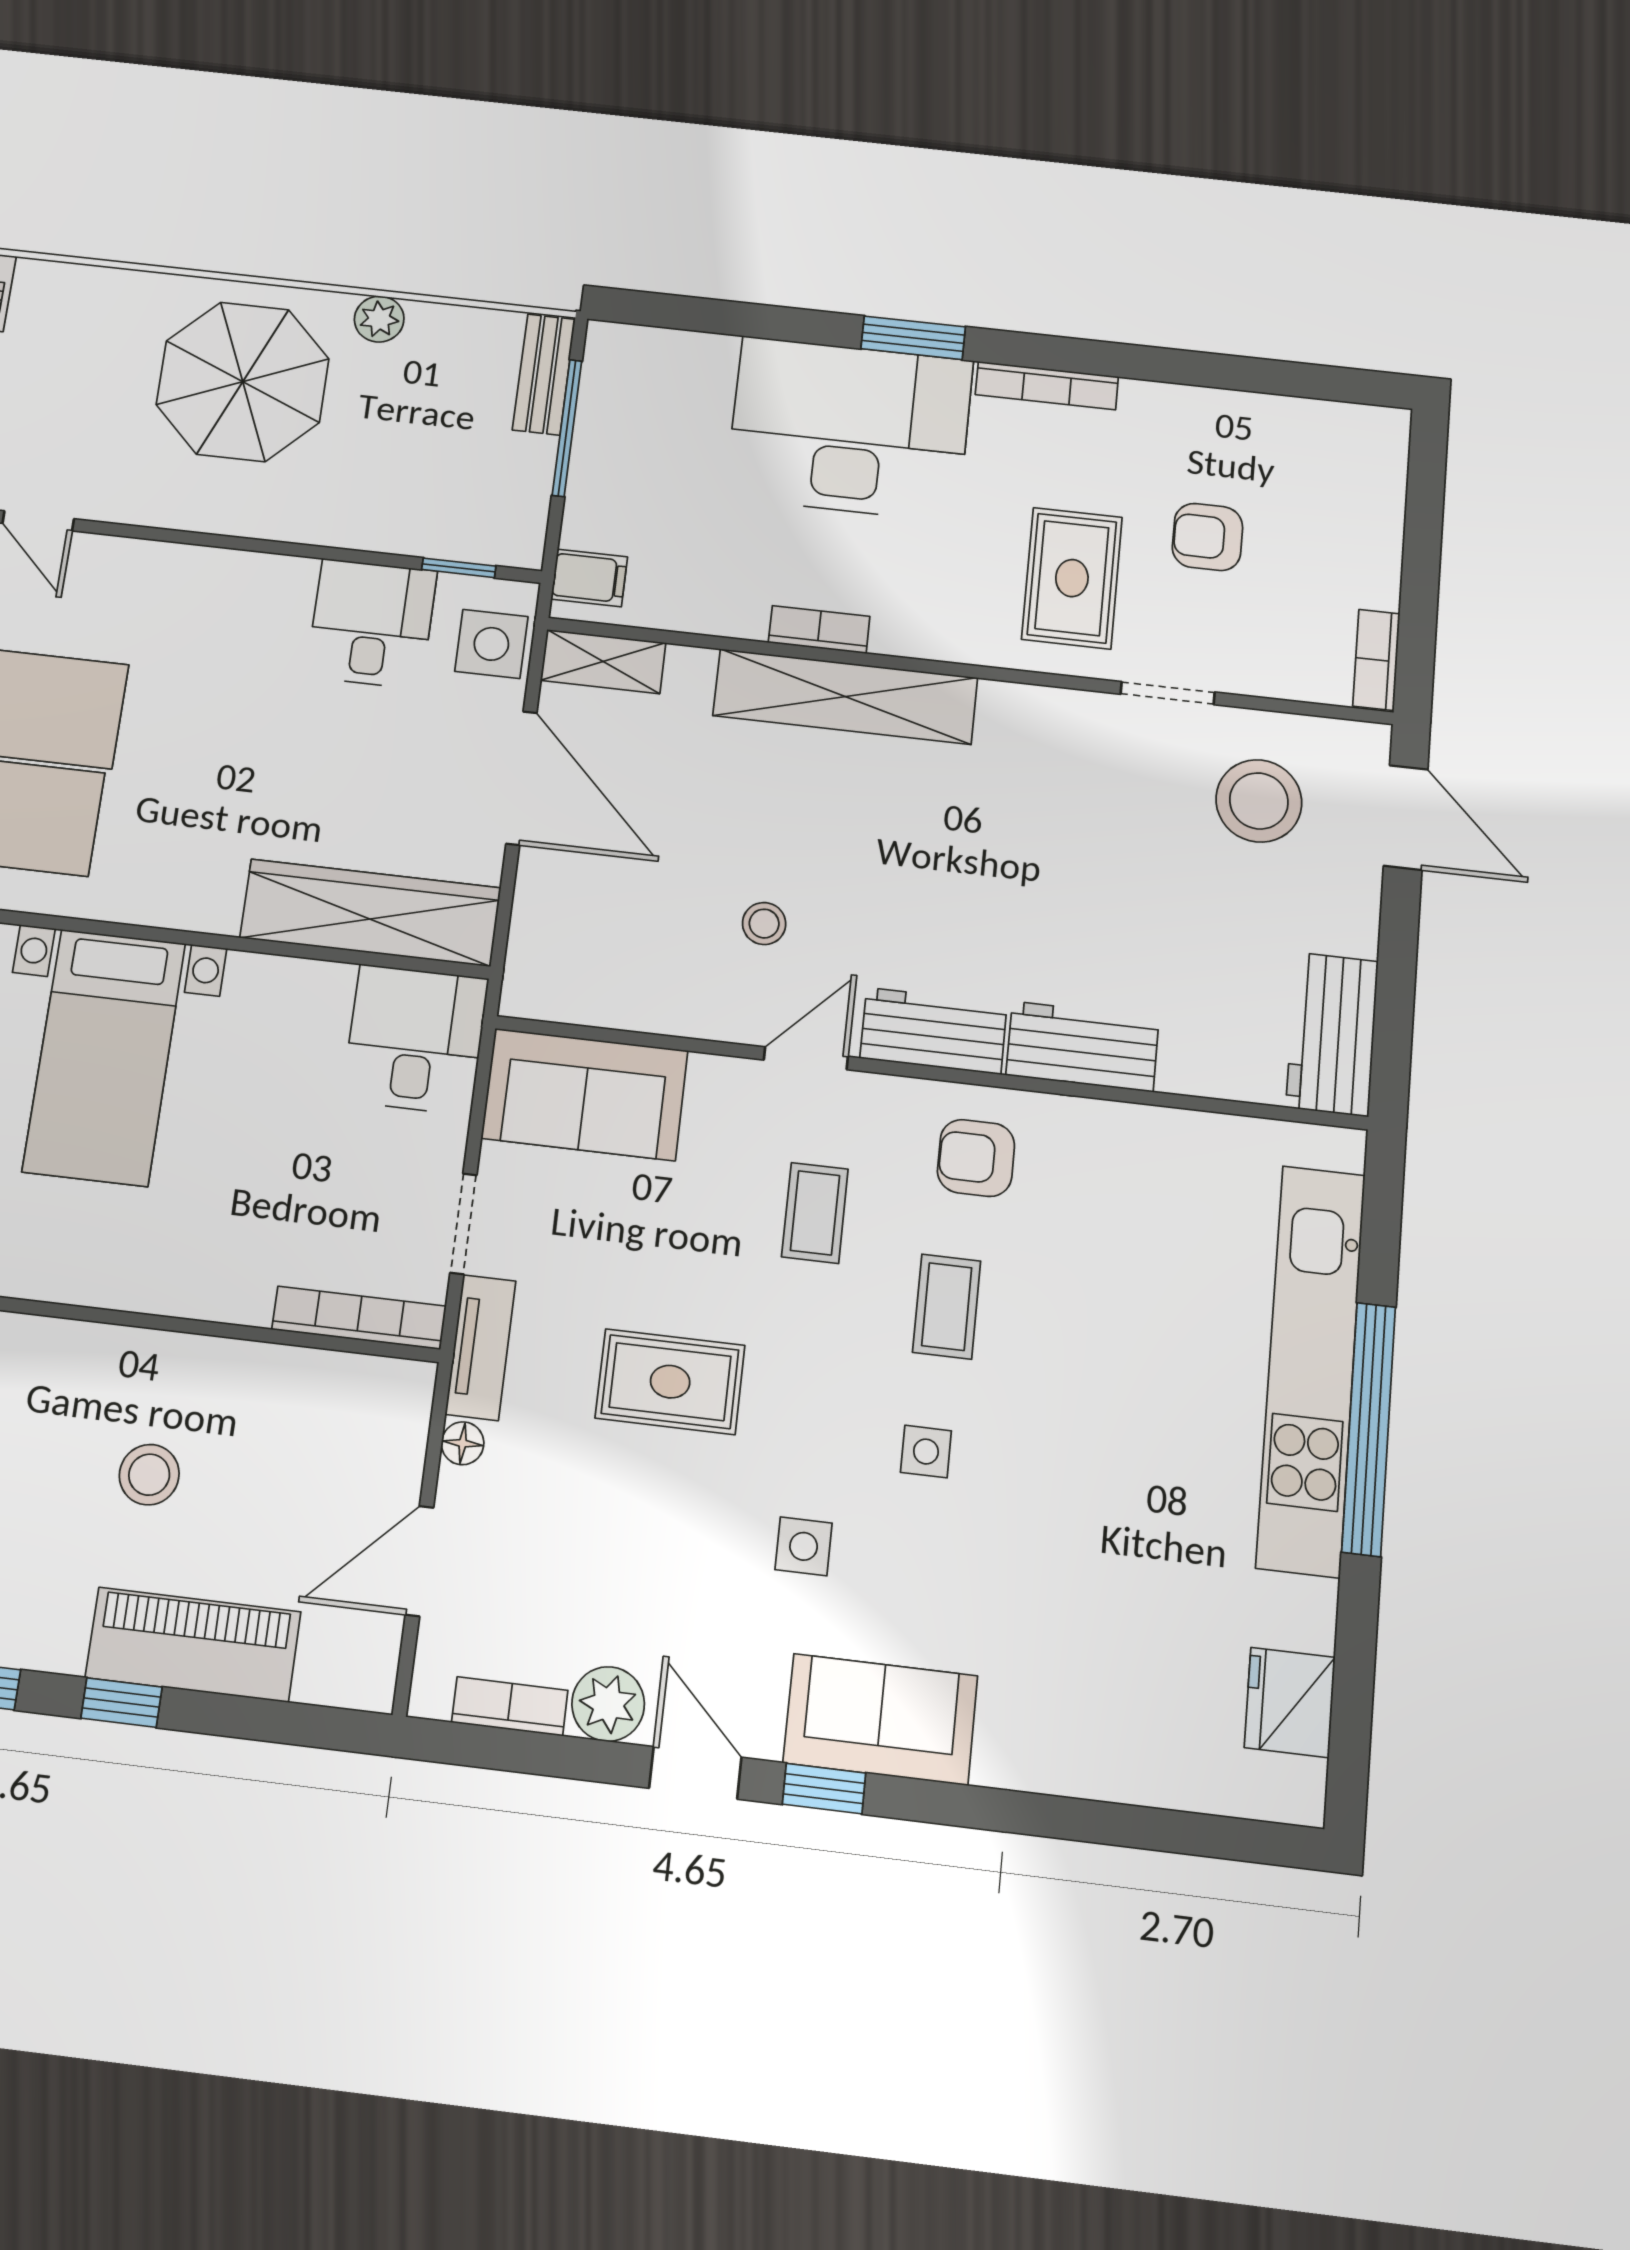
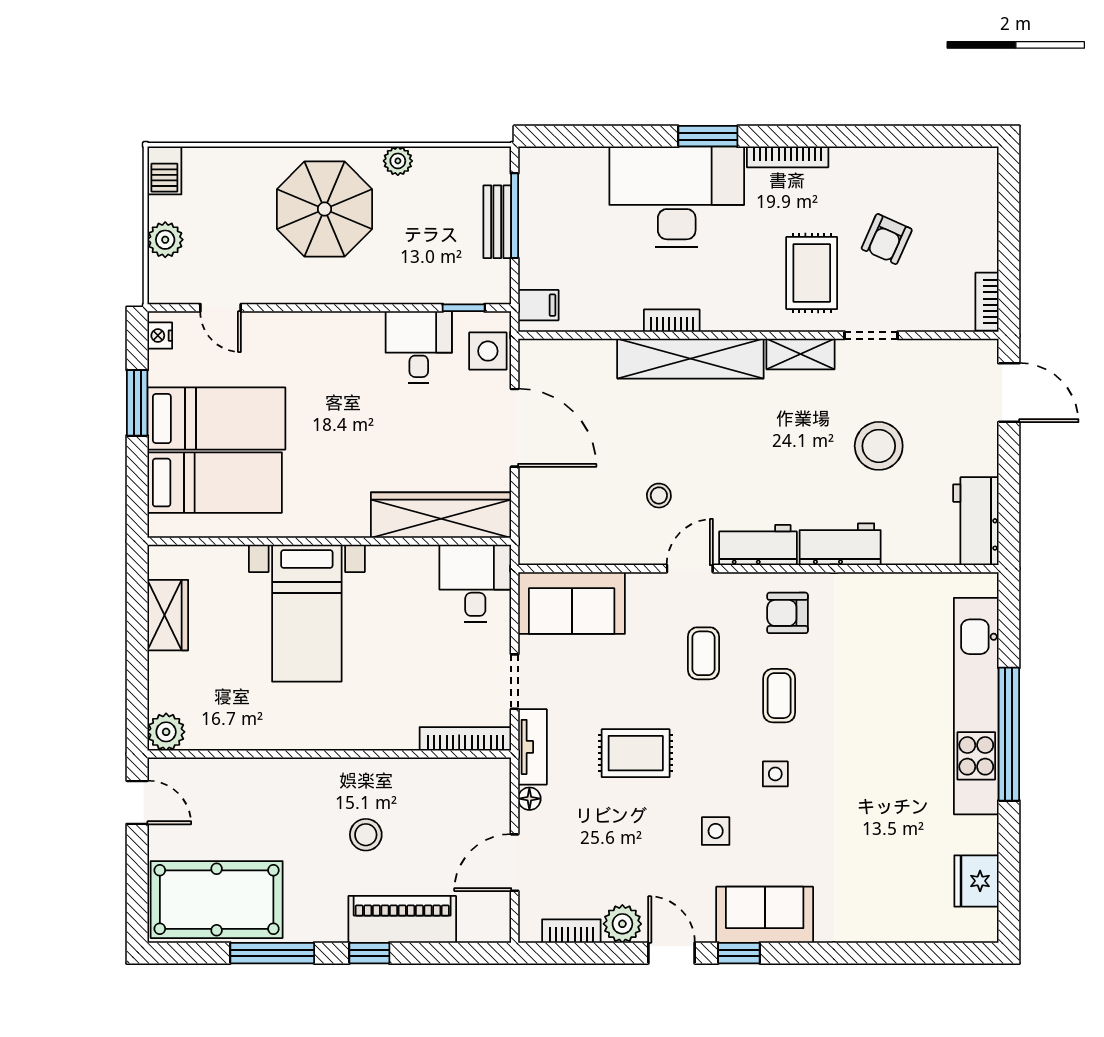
bench: (544, 374) -> (497, 222), moved
armchair: (1208, 537) -> (887, 239), turned -66
shelving: (603, 661) -> (800, 354), moved
stool: (1259, 801) -> (879, 446), moved

